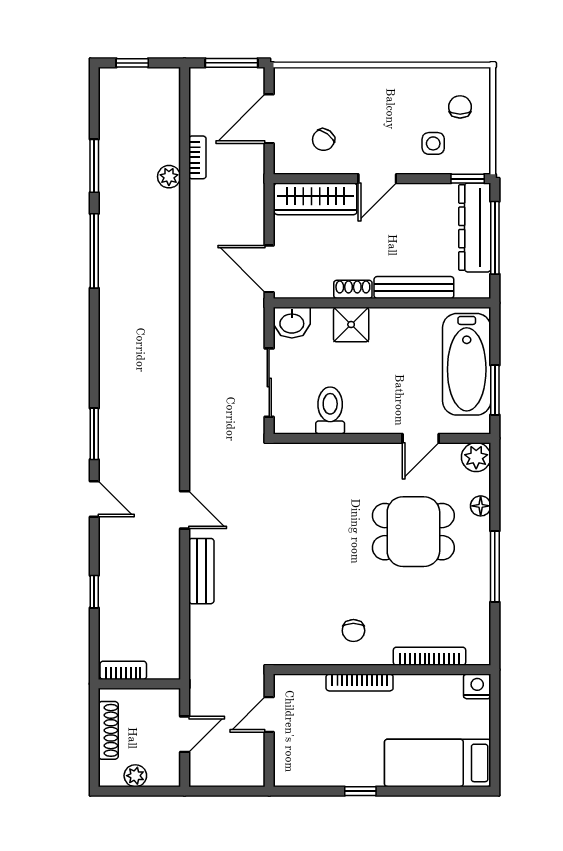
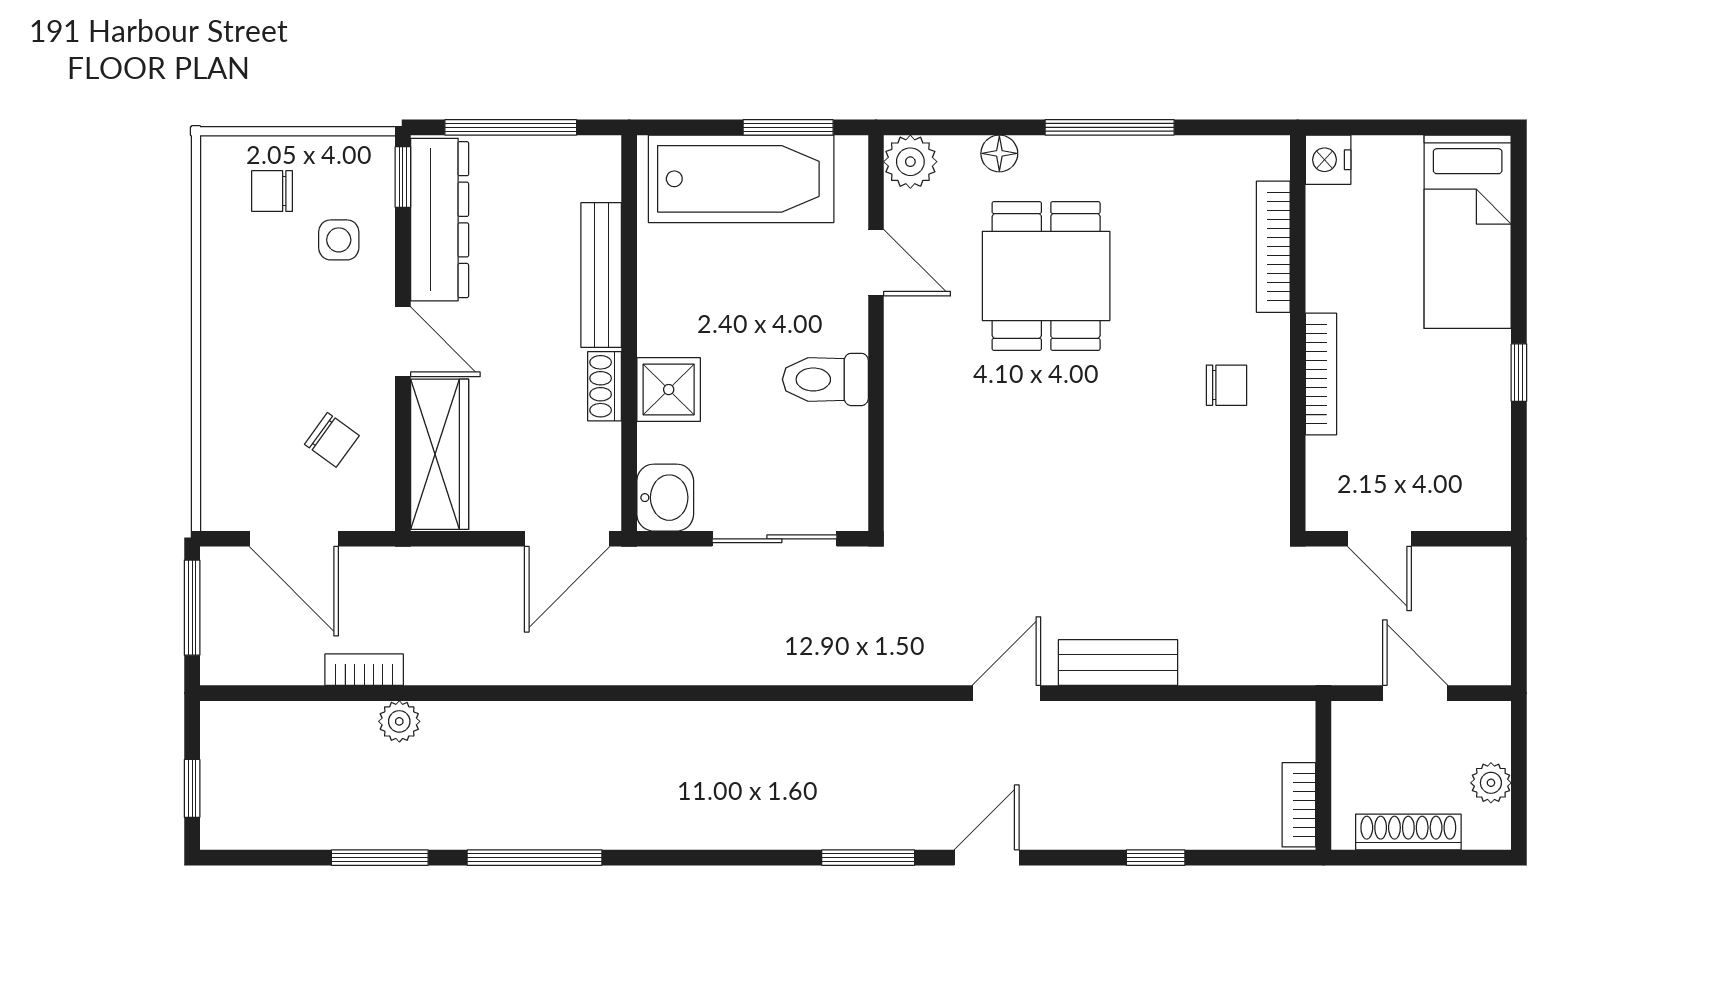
dresser: (475, 227) -> (440, 220), moved, turned -90
toilet: (330, 410) -> (825, 379), moved

